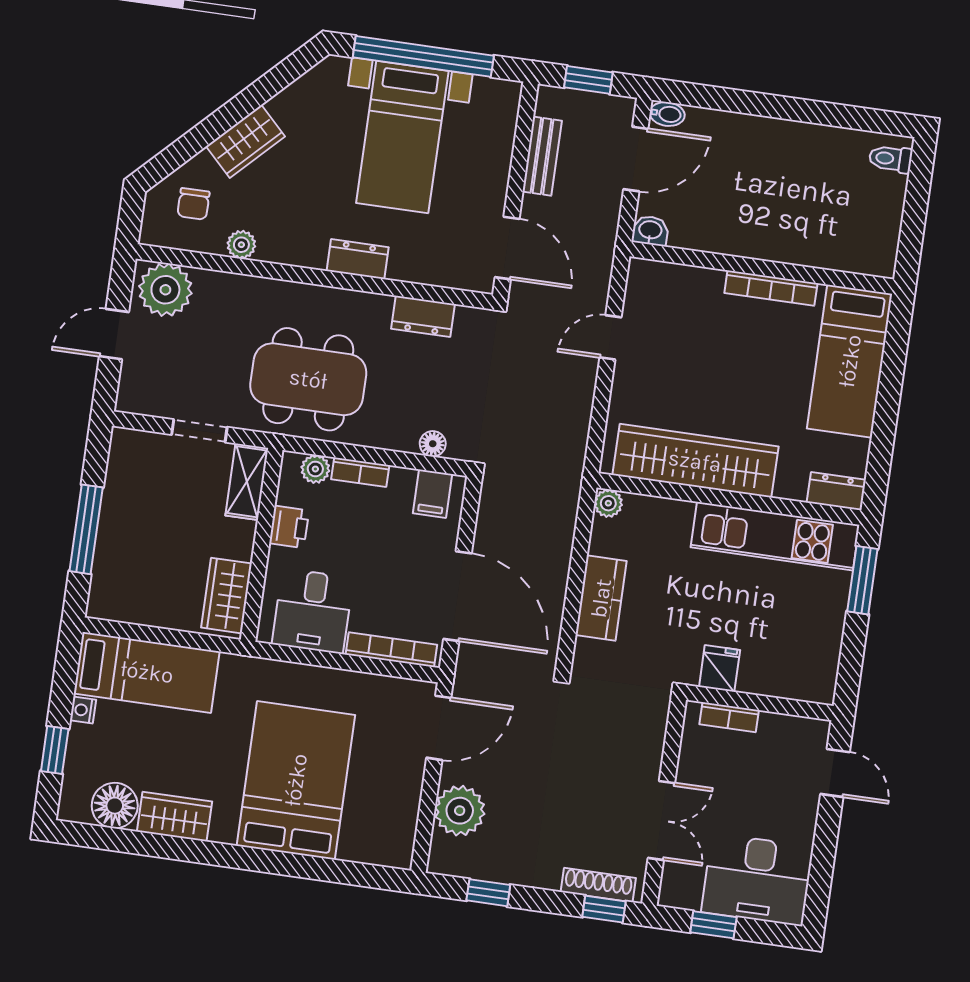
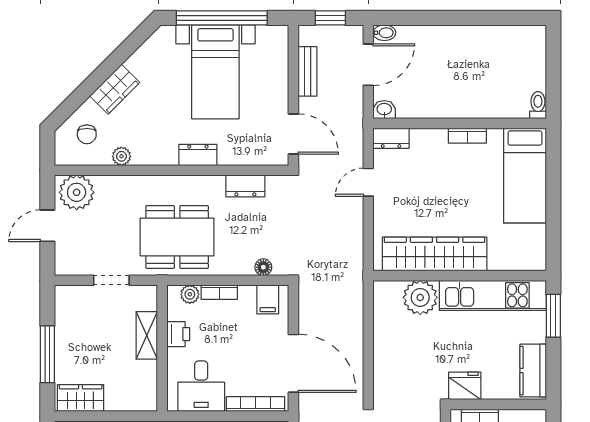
toilet: (891, 159) -> (538, 105), moved, turned 90
bookcase: (771, 288) -> (467, 136), width x0.64
shelving: (247, 482) -> (147, 335), moved
dresser: (836, 491) -> (391, 138), moved, turned 180
plant: (608, 503) -> (420, 297), moved, width x1.88, depth x1.88
wardrobe: (226, 596) -> (81, 398), moved, turned 90
kitchen counter: (601, 598) -> (533, 371), moved, turned 180
fridge: (720, 668) -> (465, 386), width x1.38

